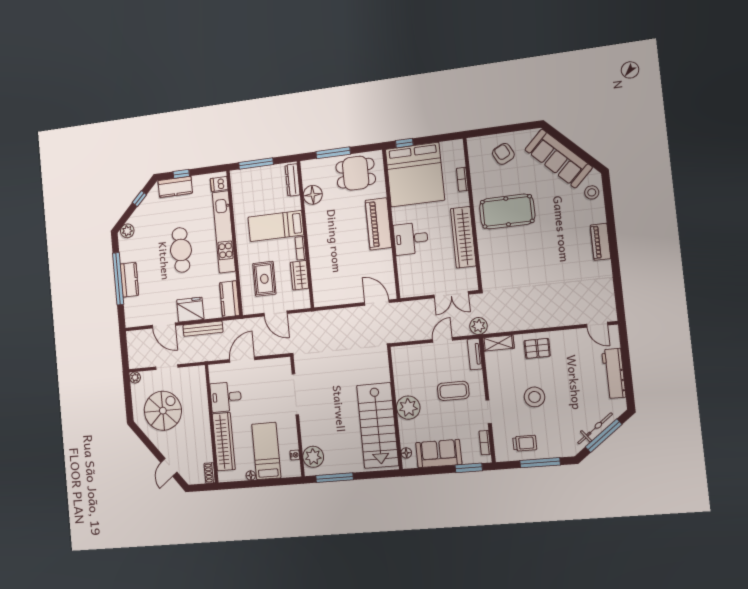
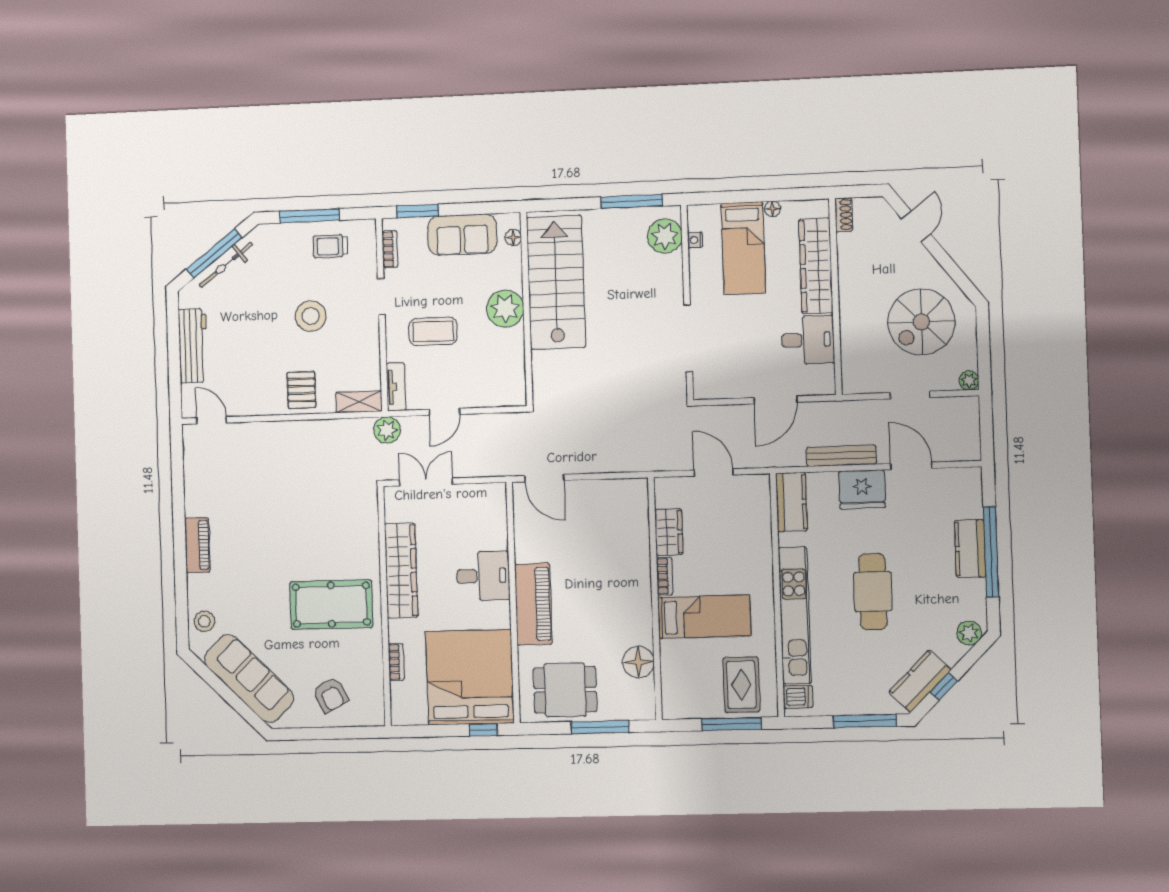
window: (181, 174) -> (865, 721), width x2.17
dresser: (292, 180) -> (671, 690), removed
kitchen counter: (175, 187) -> (920, 681), moved, turned -45
rug: (264, 279) -> (741, 685), moved
pallet: (537, 348) -> (301, 390), turned 90

